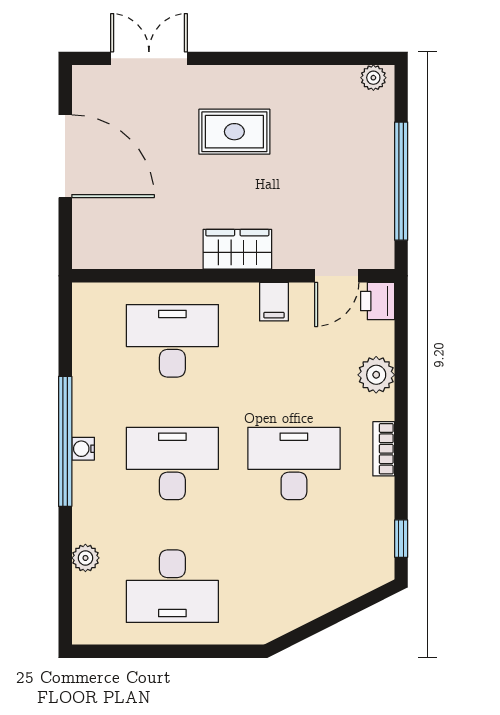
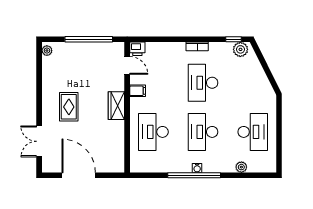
door: (65, 156) -> (79, 175), hinge flipped
plant: (376, 375) -> (240, 49), moved

